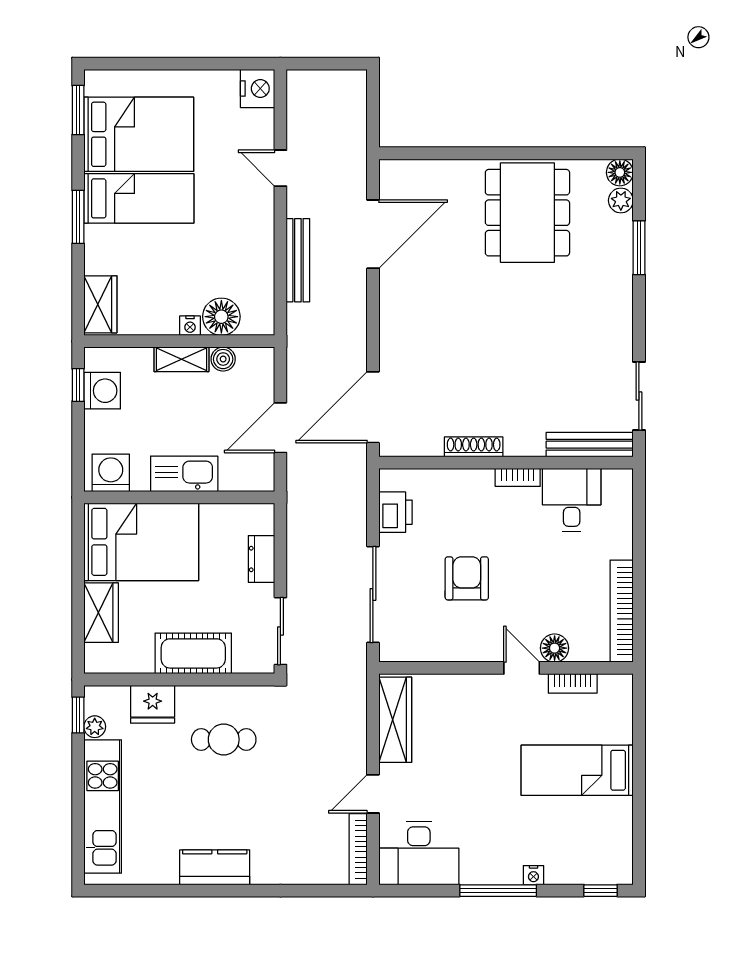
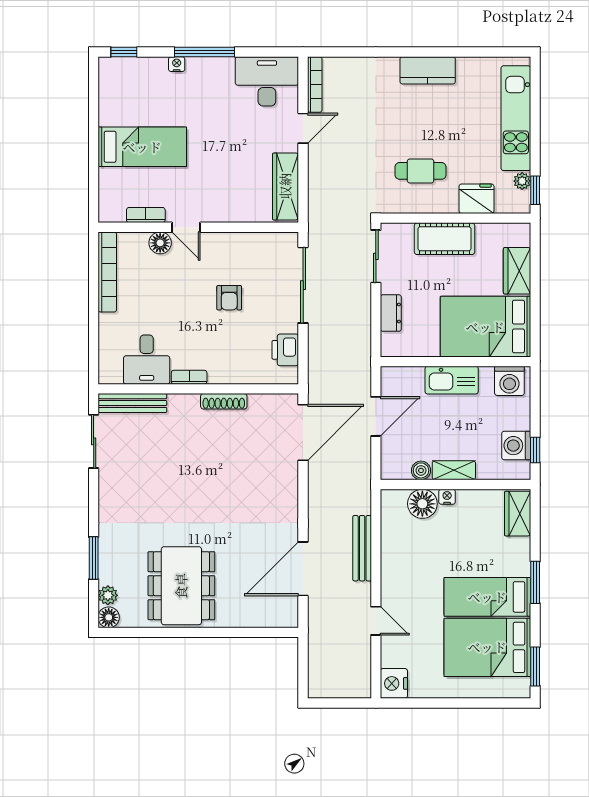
armchair: (467, 578) -> (229, 298), width x0.72, depth x0.72

